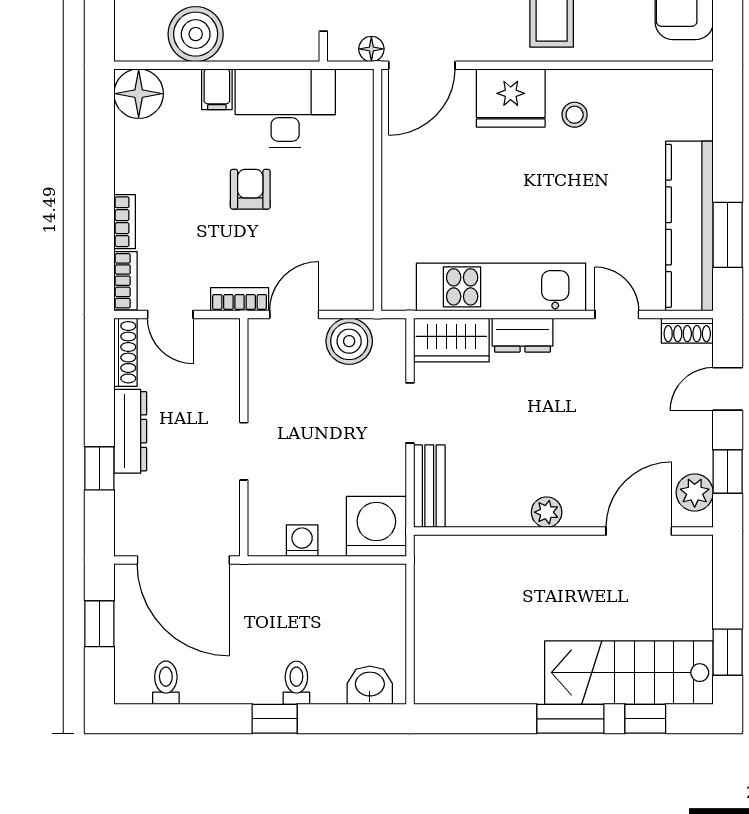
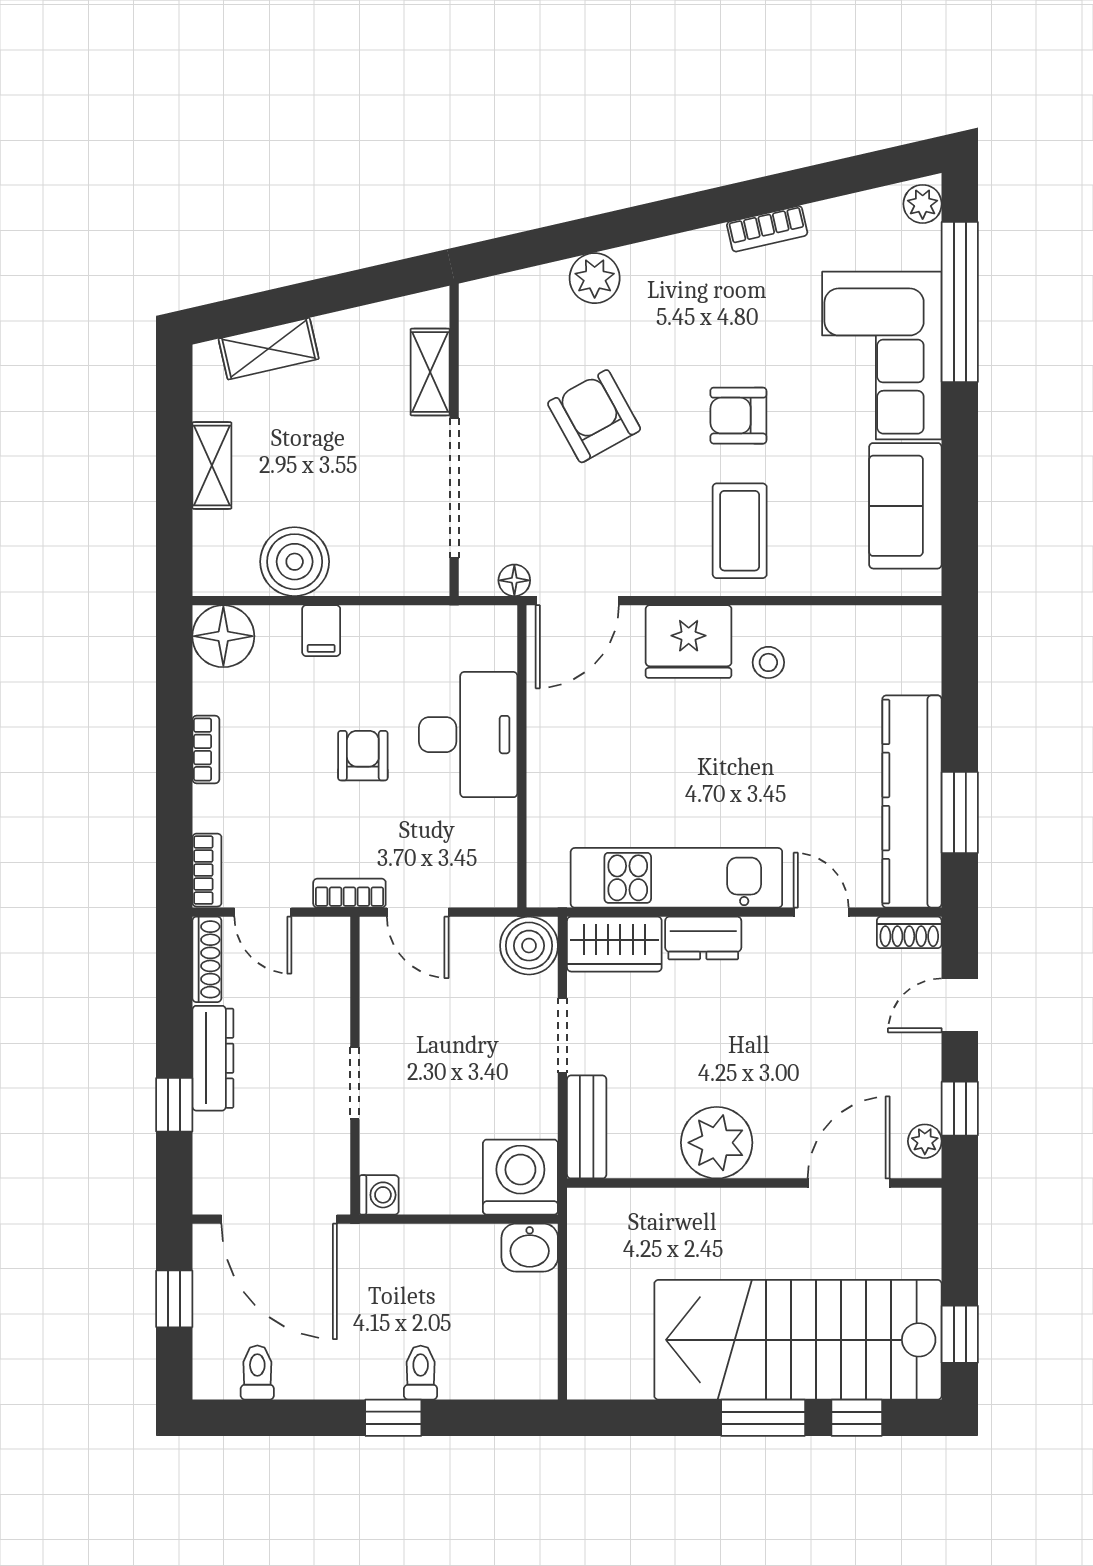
desk: (285, 108) -> (468, 735), moved, turned 90
bookcase: (125, 222) -> (206, 749), moved
door: (294, 314) -> (418, 912), swing flipped
boiler: (349, 341) -> (529, 946), moved
plant: (695, 493) -> (925, 1141), width x0.73, depth x0.73
plant: (547, 512) -> (717, 1143), width x1.88, depth x1.88
washing machine: (302, 541) -> (379, 1195), moved, turned 90
stairs: (629, 673) -> (798, 1340), width x1.36, depth x1.51
washbasin: (370, 685) -> (530, 1248), moved, turned 180

